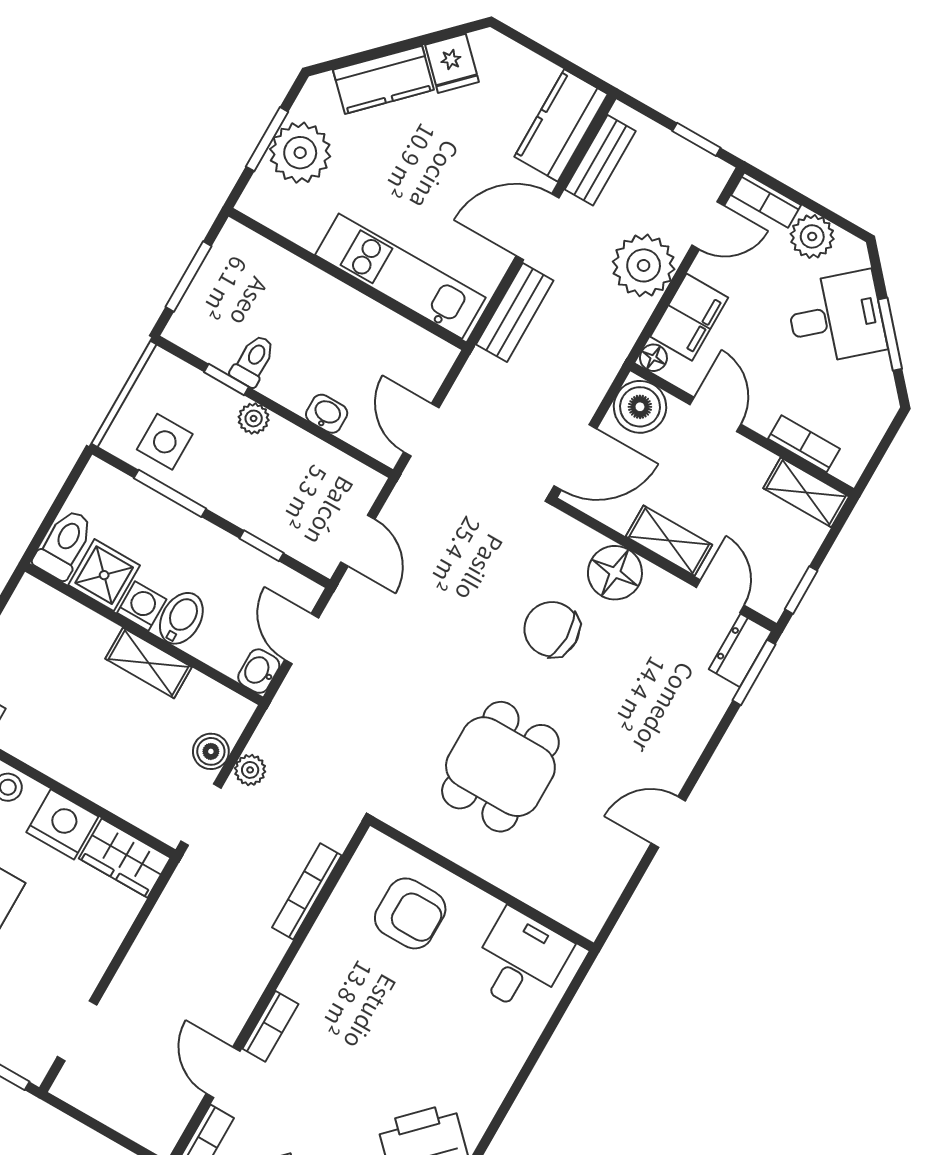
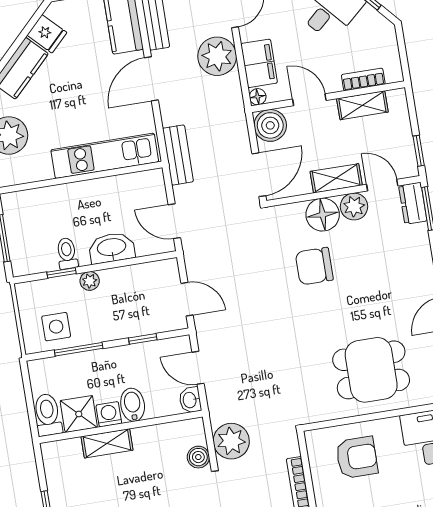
bench: (515, 313) -> (178, 155), moved
washbasin: (327, 414) -> (112, 248), width x1.91, depth x1.45
shelving: (806, 492) -> (362, 105), moved
plant: (663, 594) -> (354, 207), added
shelving: (148, 663) -> (107, 443), moved
dining table: (500, 767) -> (371, 370), moved, turned 90
plant: (250, 770) -> (231, 441), width x1.88, depth x1.88

